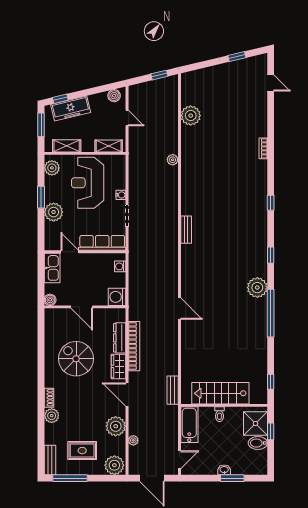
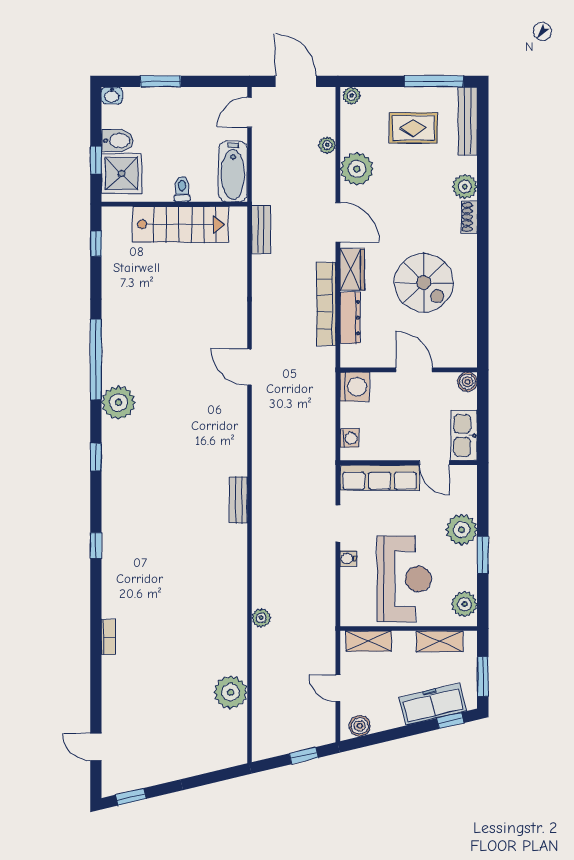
window: (237, 57) -> (131, 797), moved
window: (159, 75) -> (304, 756), moved
bench: (50, 460) -> (468, 121), width x1.36
plant: (114, 465) -> (352, 96), width x0.53, depth x0.53
washbasin: (224, 470) -> (112, 95), moved

